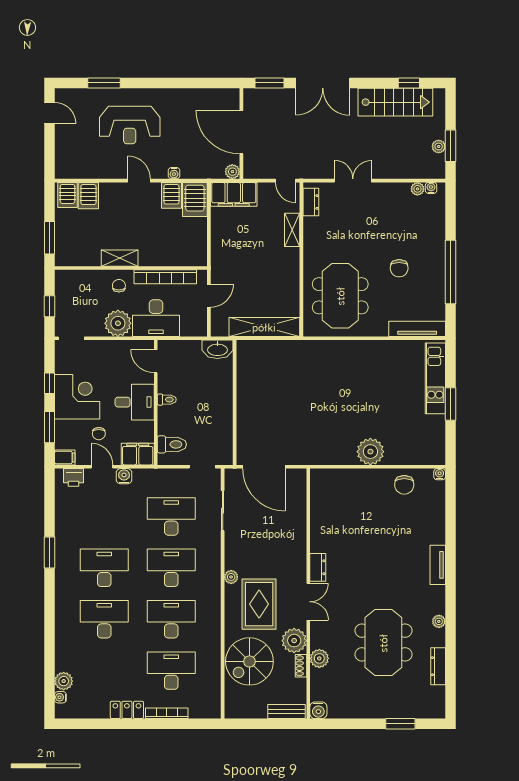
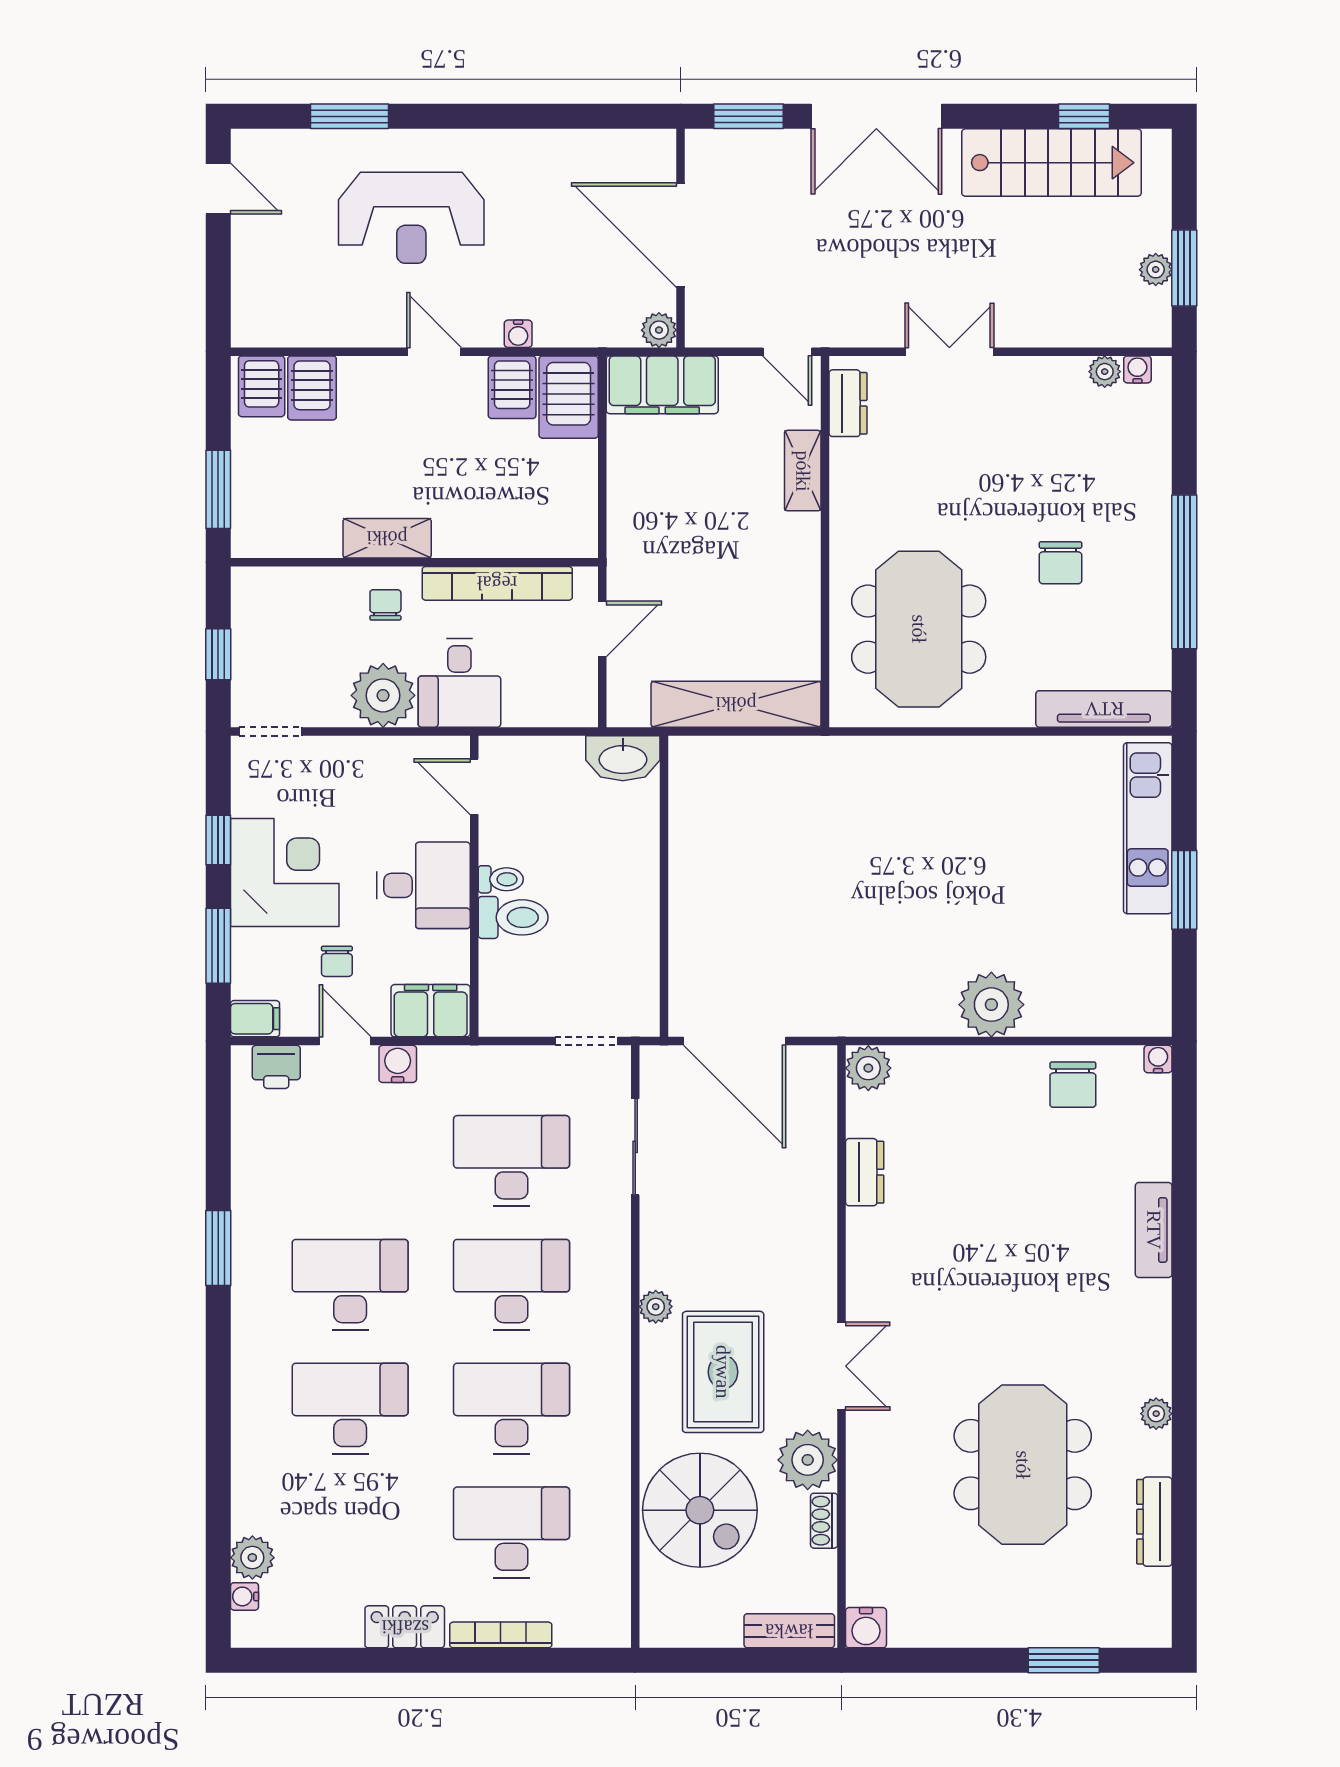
desk: (156, 318) -> (459, 683), width x0.73
toilet: (172, 444) -> (513, 917), moved
tv unit: (438, 565) -> (1154, 1230), moved
dresser: (318, 567) -> (865, 1172), moved
plant: (319, 658) -> (868, 1068), moved
spiral stairs: (249, 661) -> (700, 1510), turned -90

